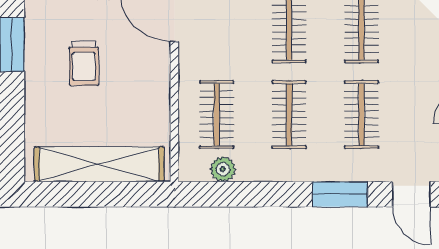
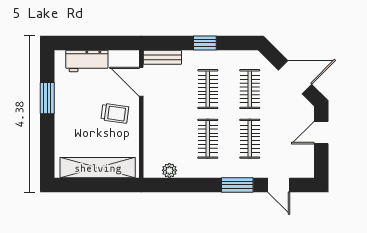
trolley: (84, 63) -> (115, 113), moved, turned -82
clothes rail: (217, 115) -> (166, 139), removed

